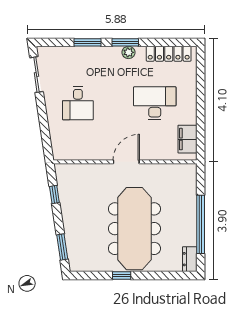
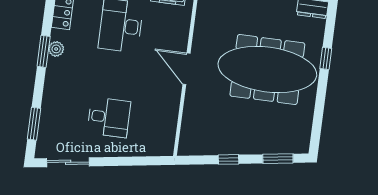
window: (88, 42) -> (34, 124), moved
window: (54, 194) -> (229, 159), moved
window: (122, 275) -> (326, 58), moved

